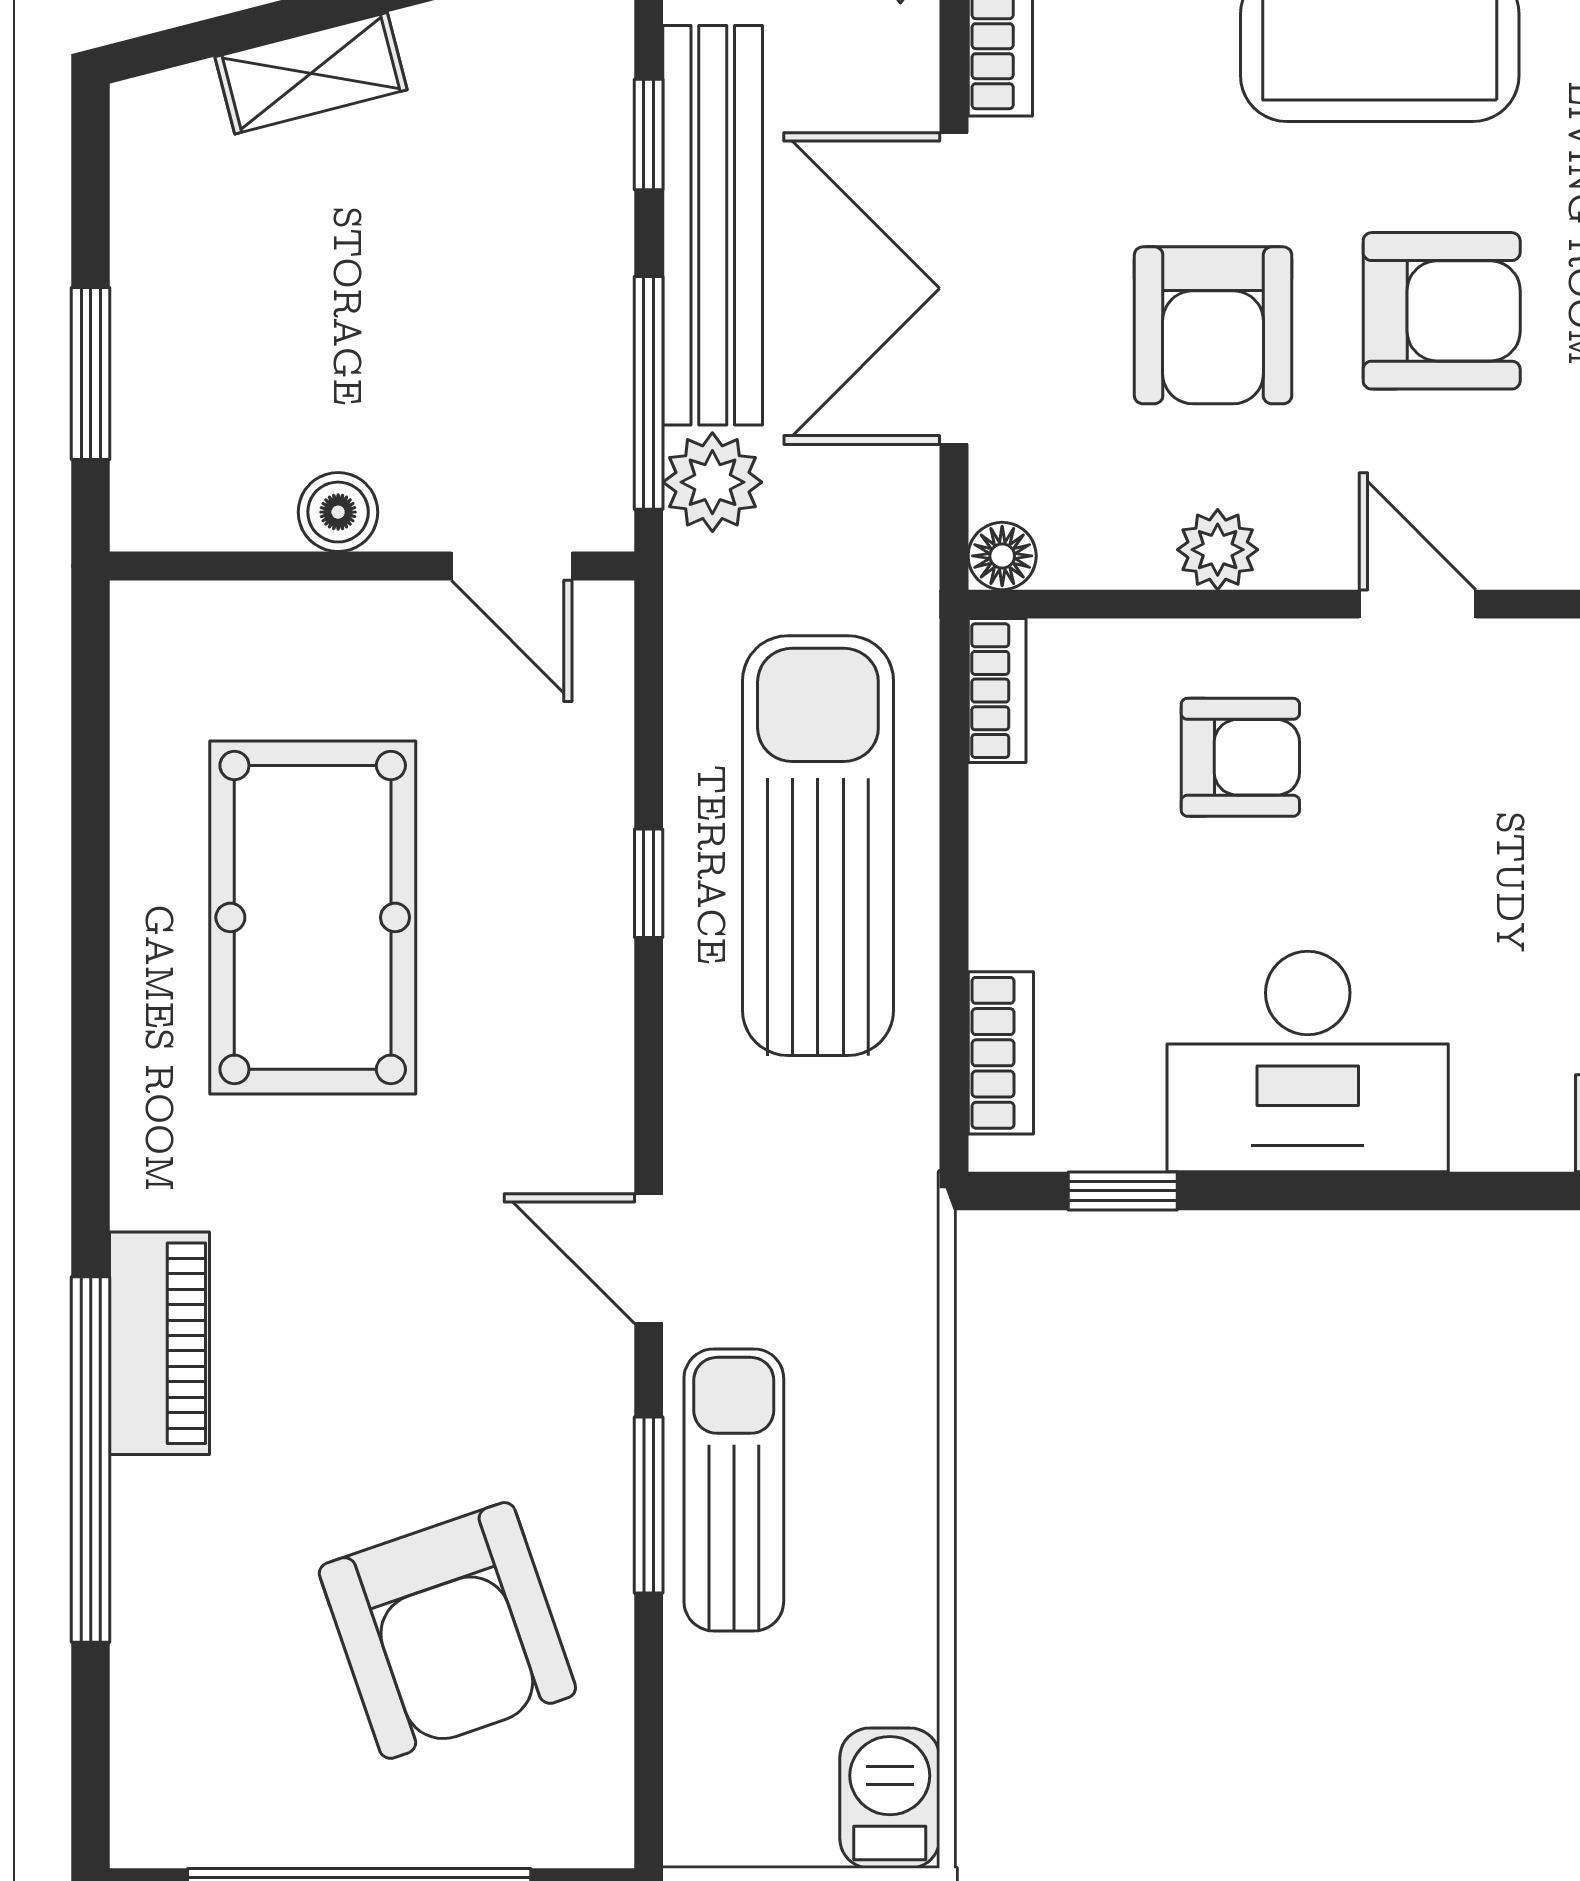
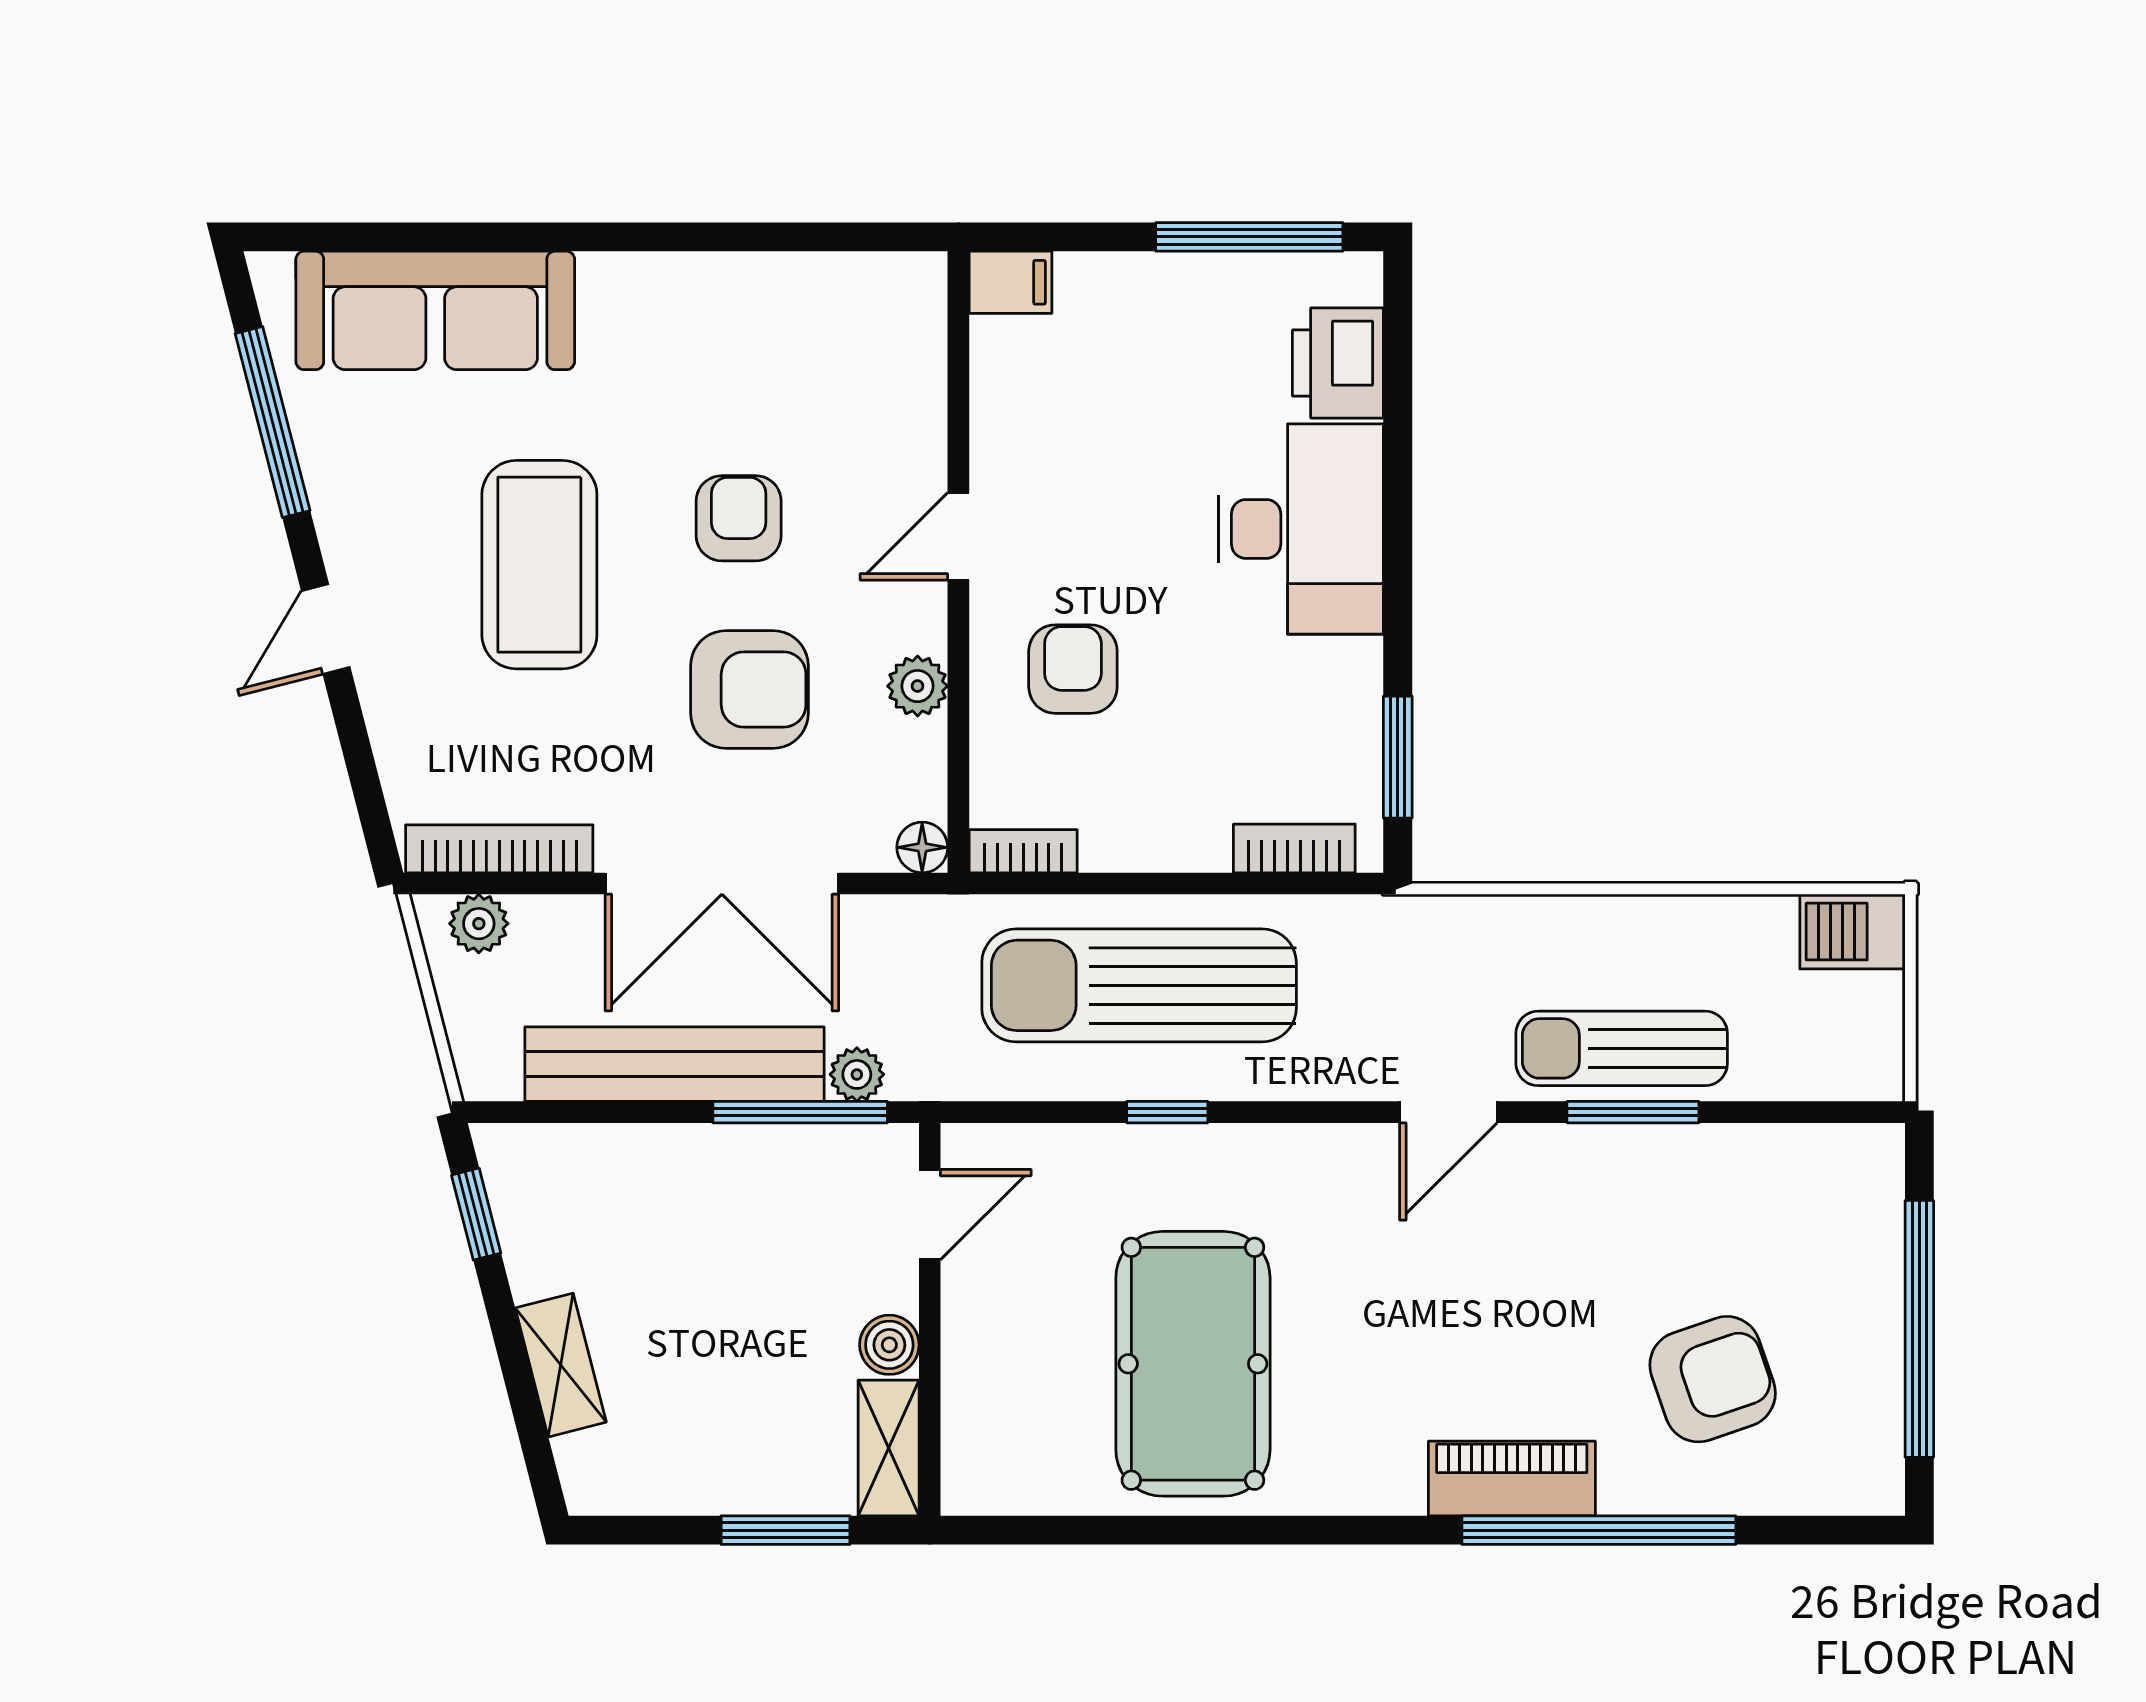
window: (649, 135) -> (607, 1112), removed
armchair: (1442, 311) -> (739, 518), width x0.72, depth x0.72
plant: (712, 482) -> (857, 1074), width x0.73, depth x0.73
shelving: (200, 511) -> (889, 1448), added
pool table: (313, 917) -> (1193, 1364), turned 90
desk: (1308, 1061) -> (1301, 529), moved
window: (1123, 1191) -> (1398, 757), width x1.50
armchair: (447, 1630) -> (1713, 1379), moved, width x0.73, depth x0.73

